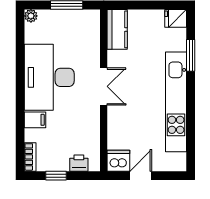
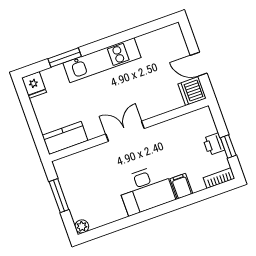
desk: (49, 77) -> (146, 190), width x0.73, depth x0.77
kitchen unit: (176, 102) -> (102, 60), width x0.73
printer: (79, 163) -> (214, 144), moved

